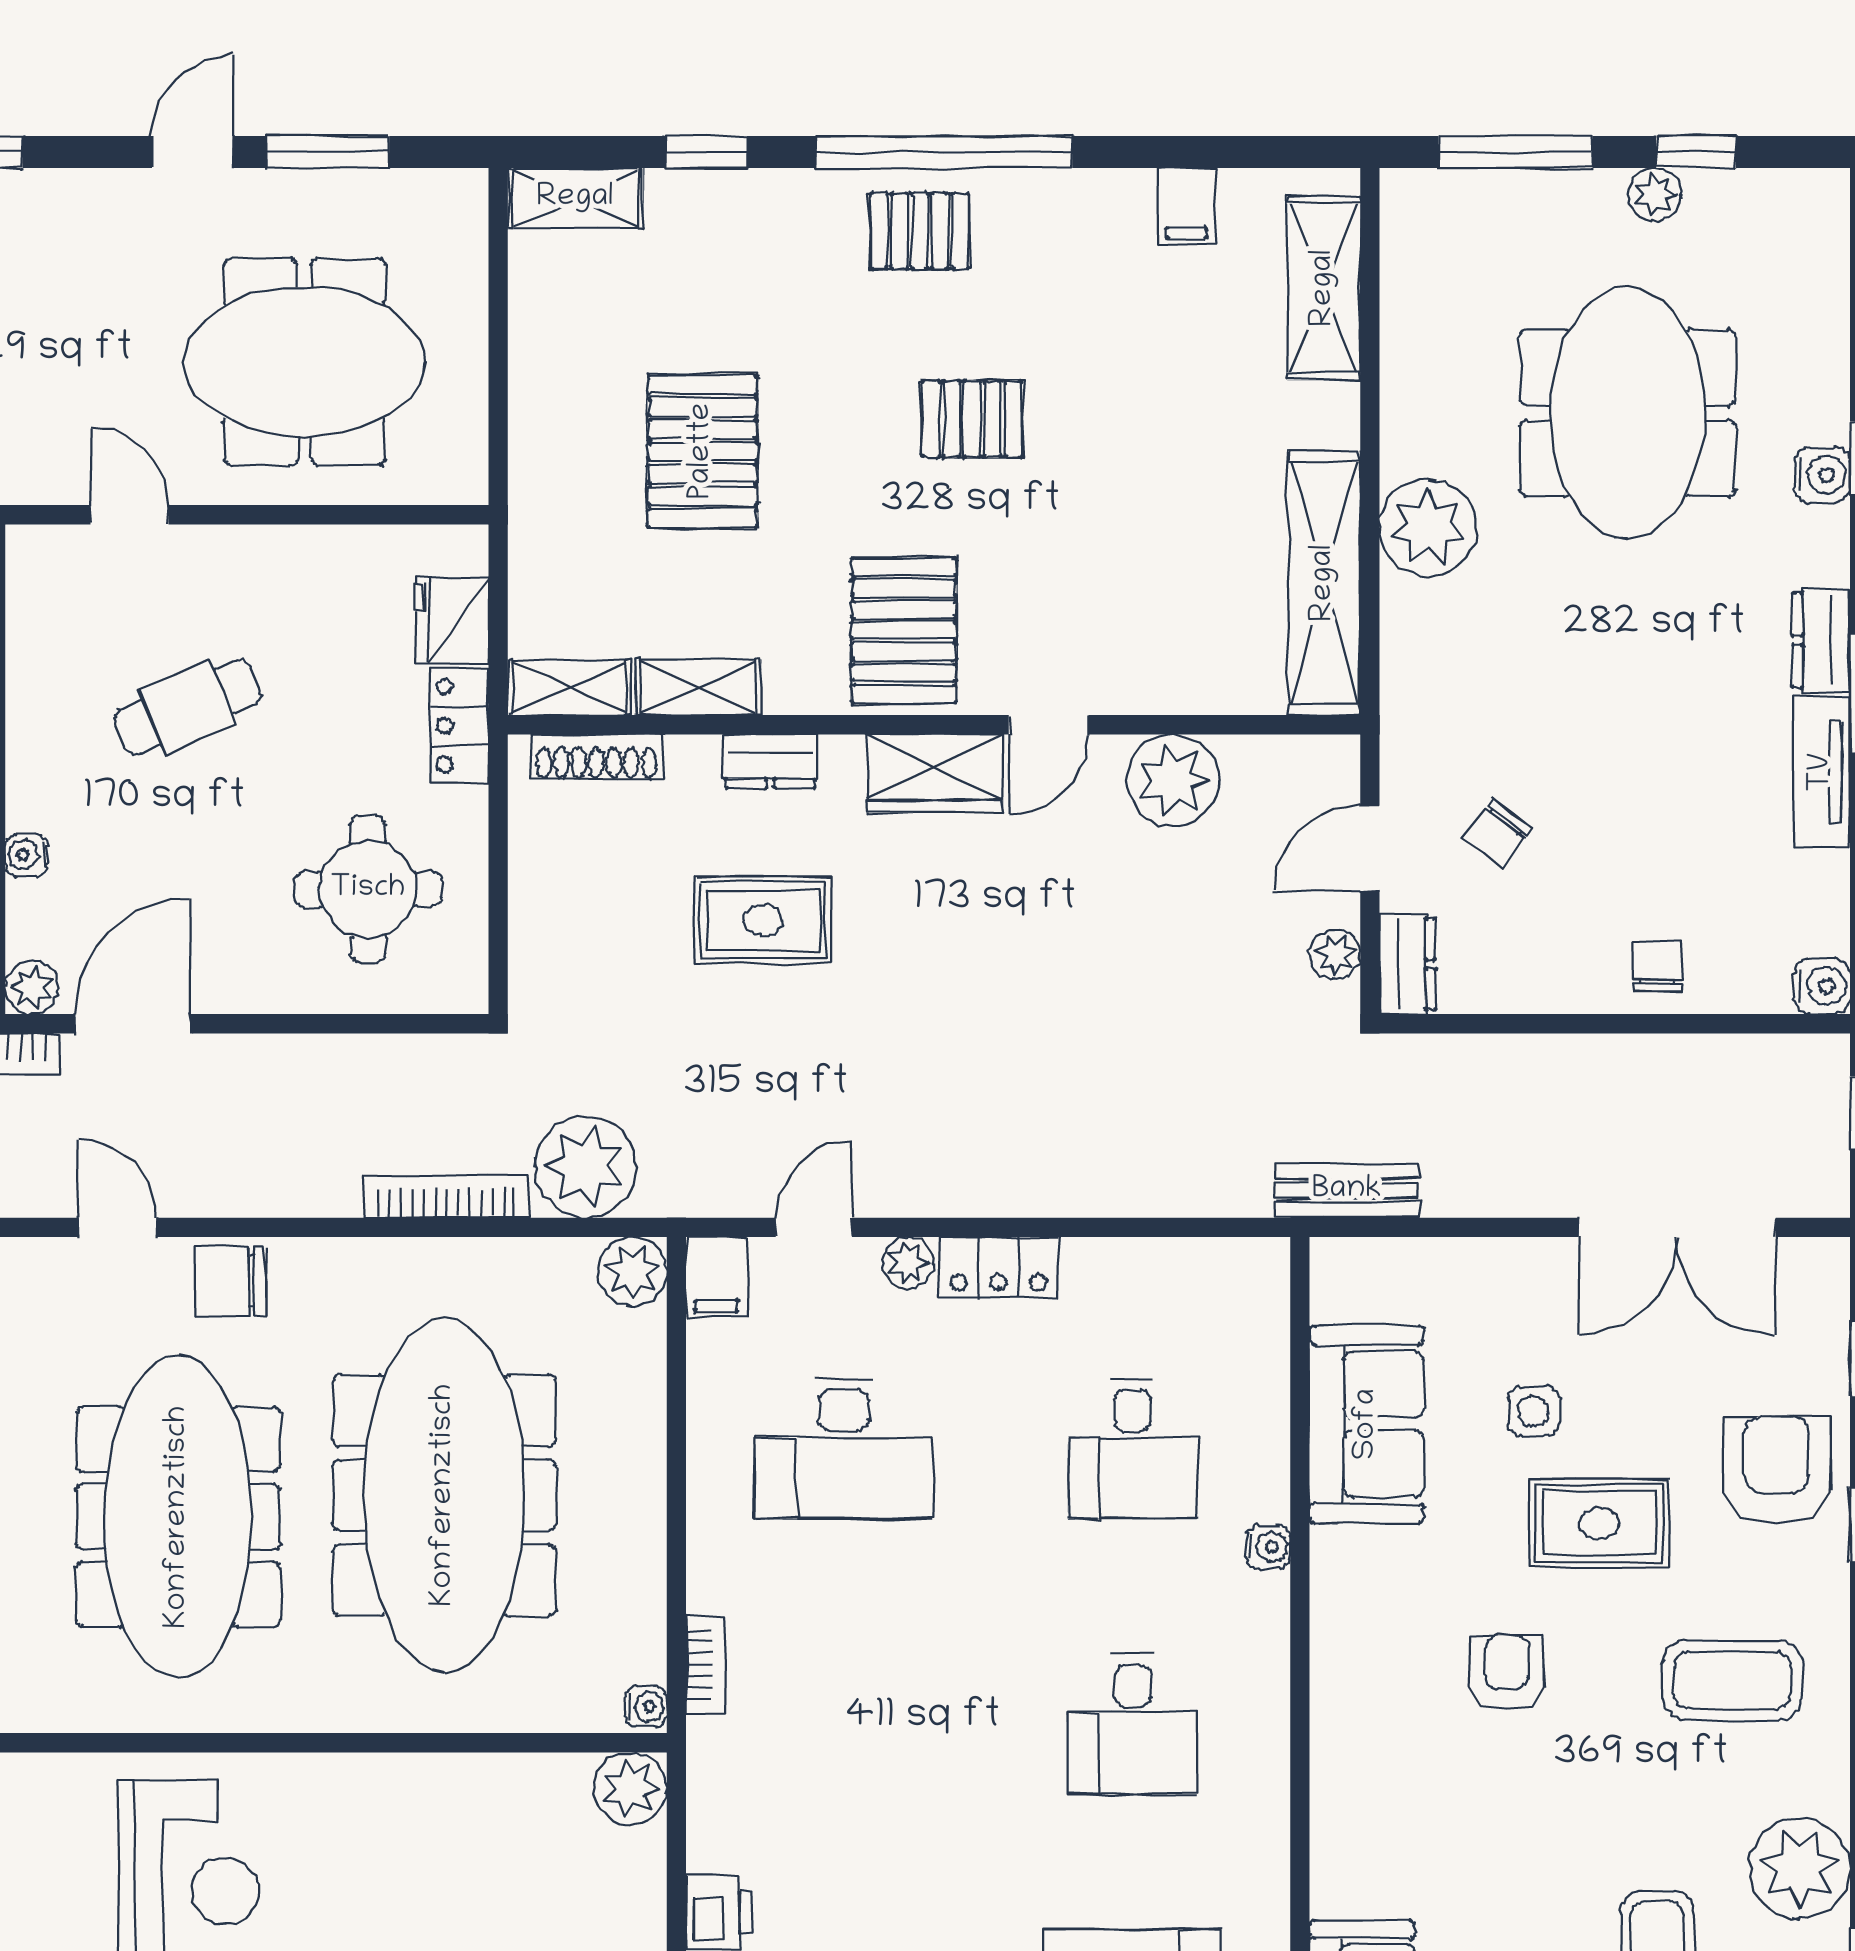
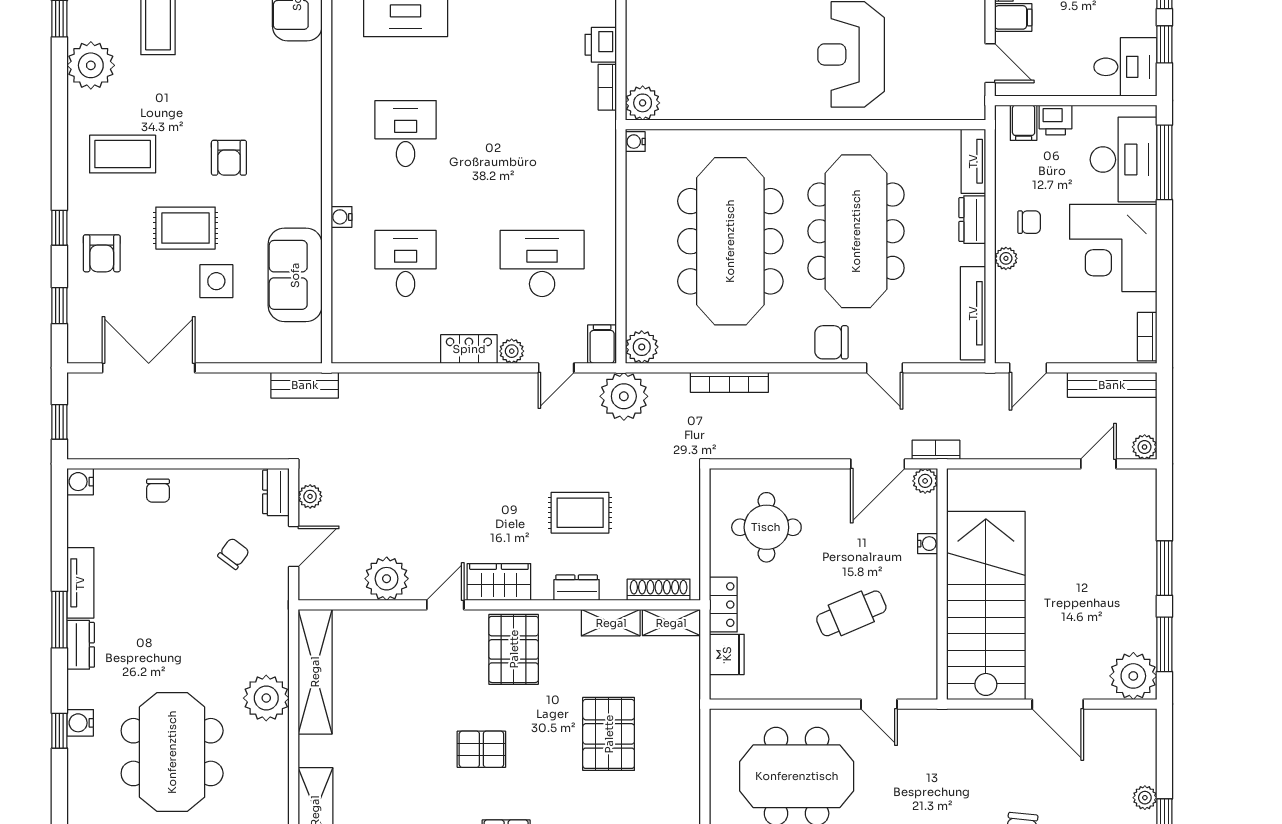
plant: (585, 1167) -> (624, 396), moved
chair: (230, 1281) -> (831, 342), turned 180
side table: (1534, 1411) -> (216, 281), width x1.37, depth x1.37
armchair: (1777, 1470) -> (102, 253), width x0.72, depth x0.72
bookcase: (705, 1665) -> (607, 87), moved

